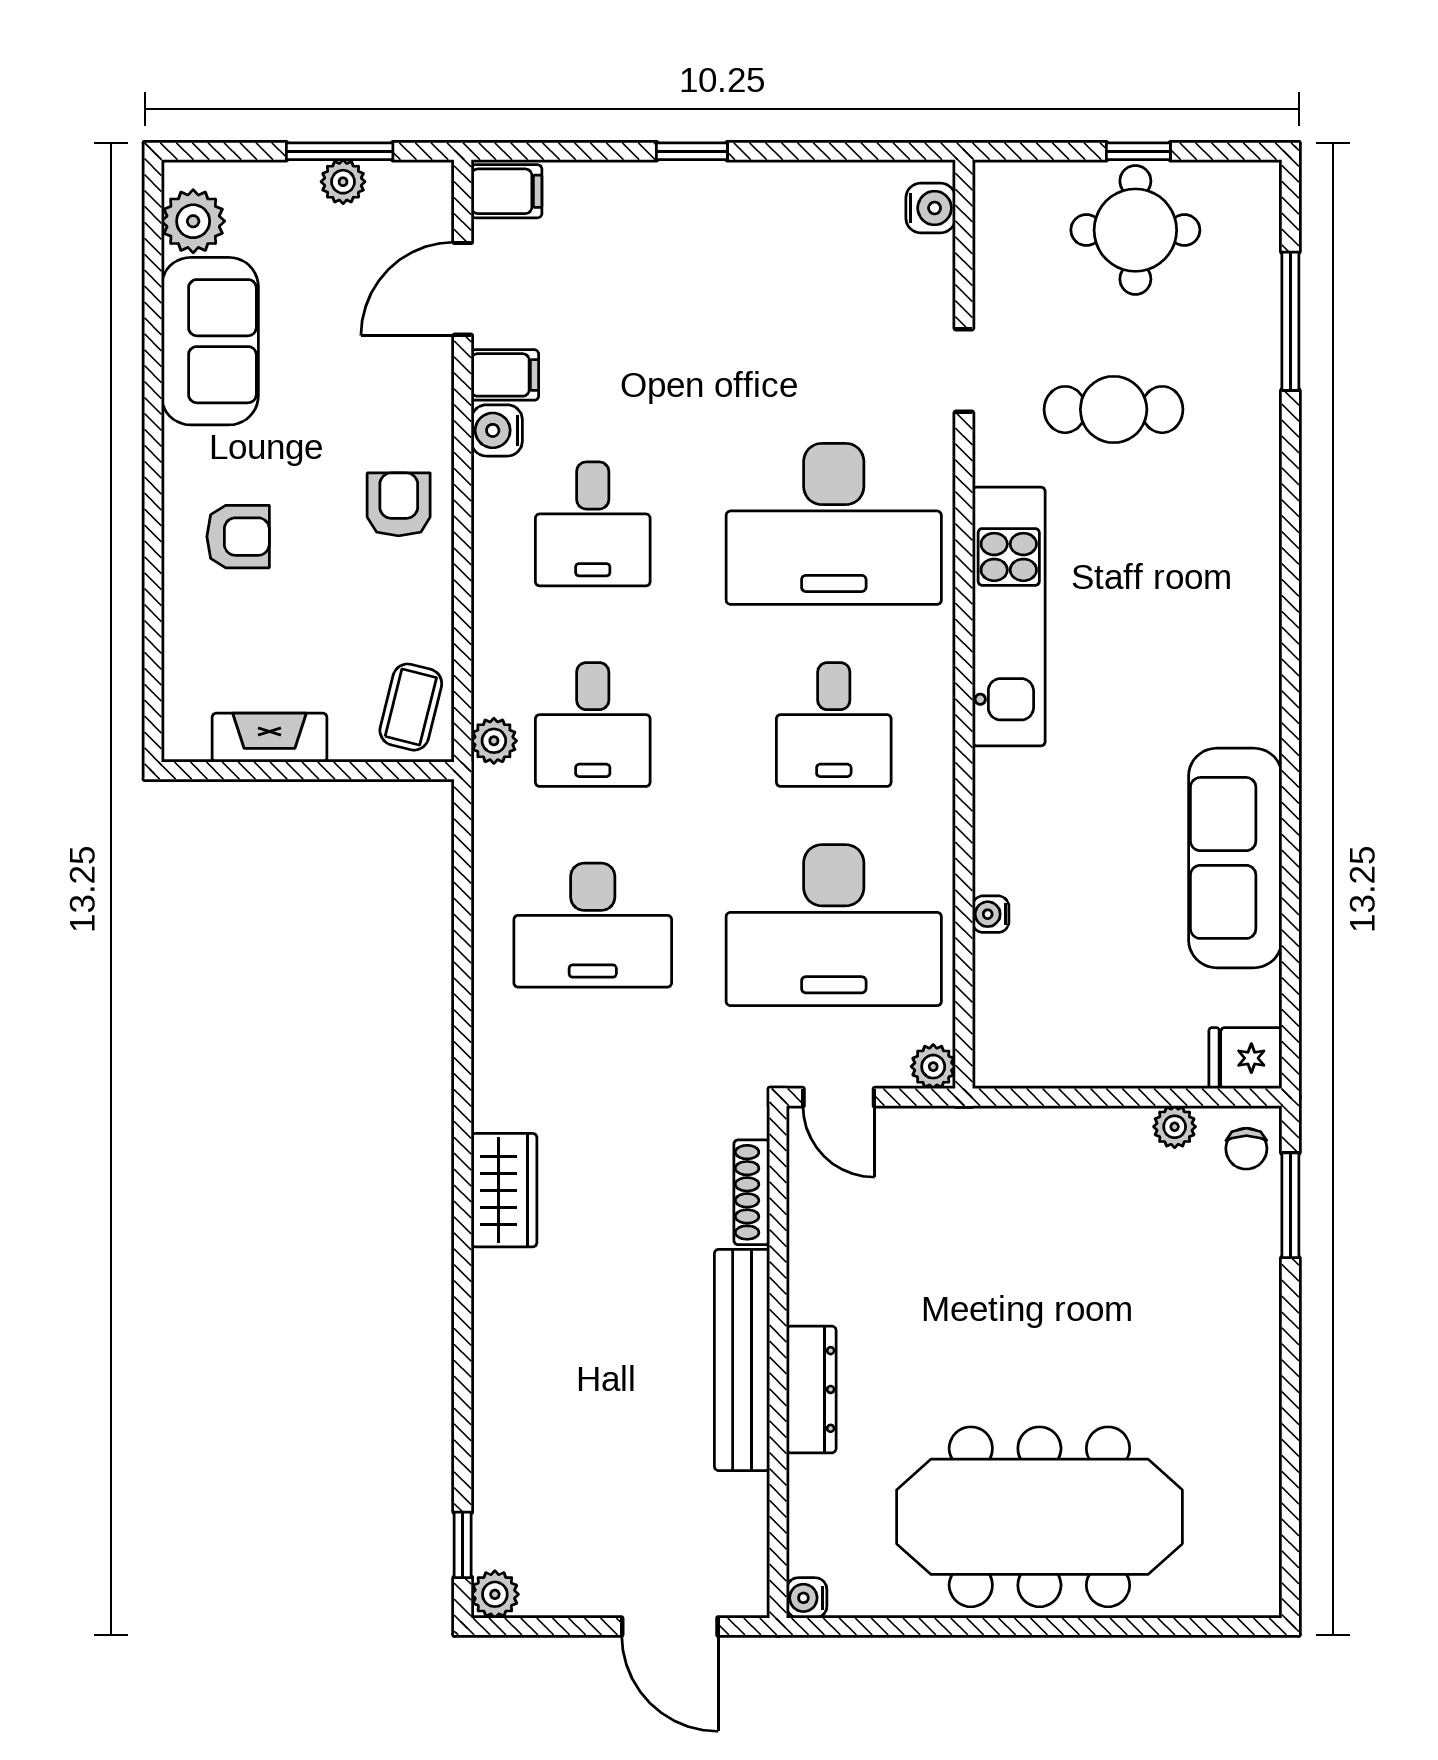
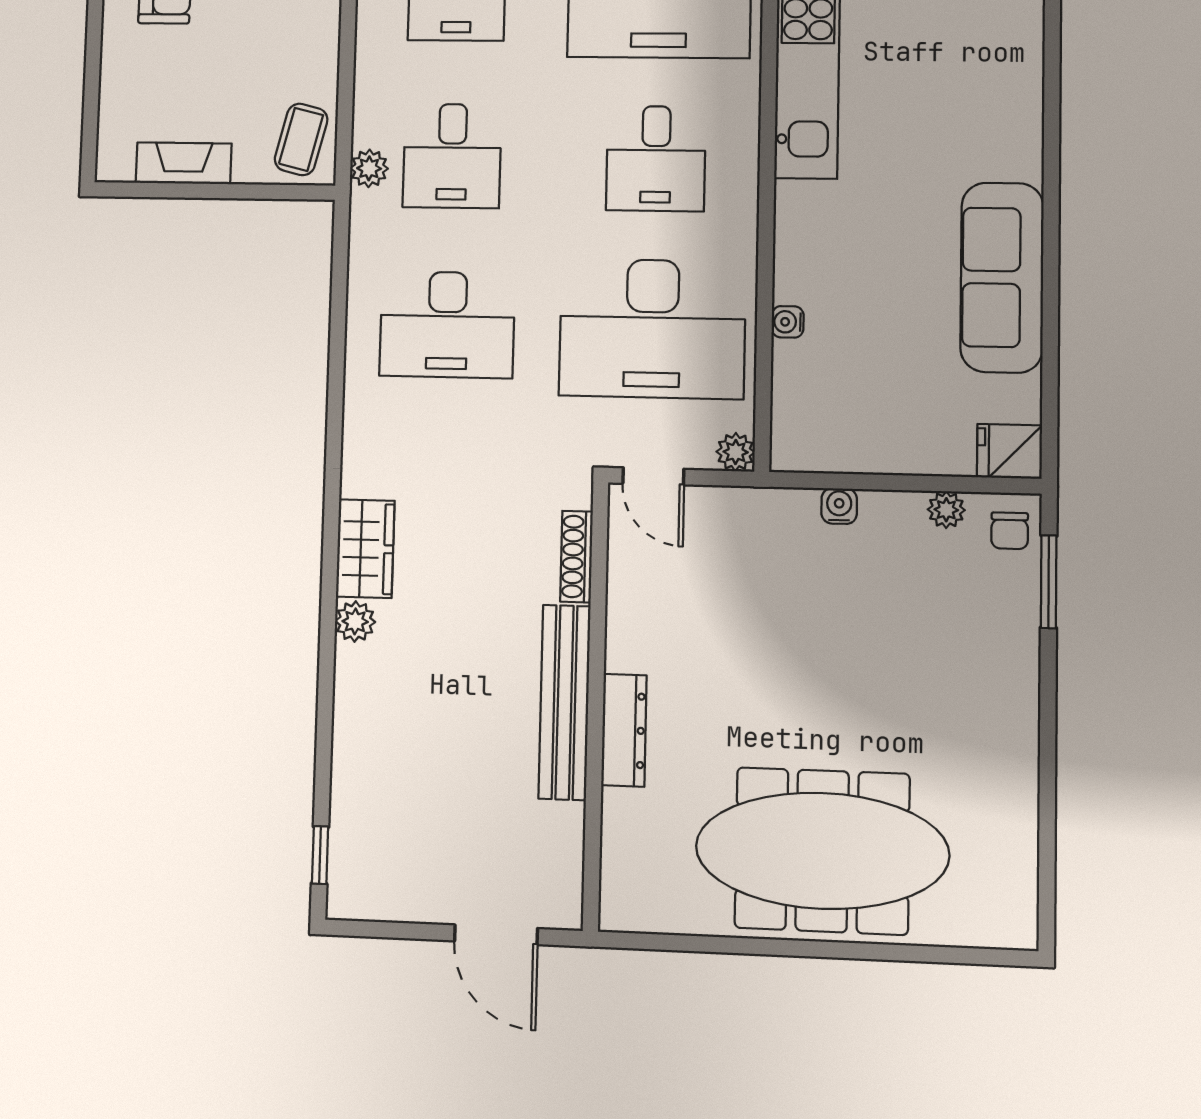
plant: (495, 1594) -> (355, 621), moved
water cooler: (807, 1598) -> (839, 506), moved, turned 90

